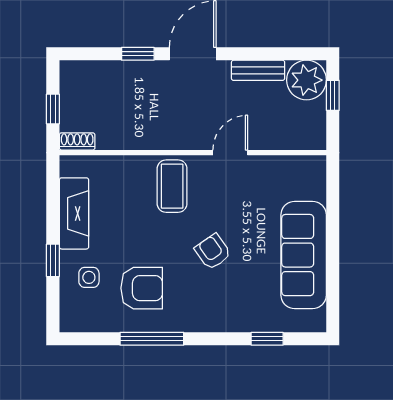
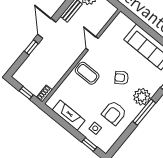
window: (53, 260) -> (89, 144), moved
armchair: (142, 288) -> (114, 113), turned 180
plant: (209, 313) -> (142, 97), added
window: (152, 339) -> (144, 112), moved

